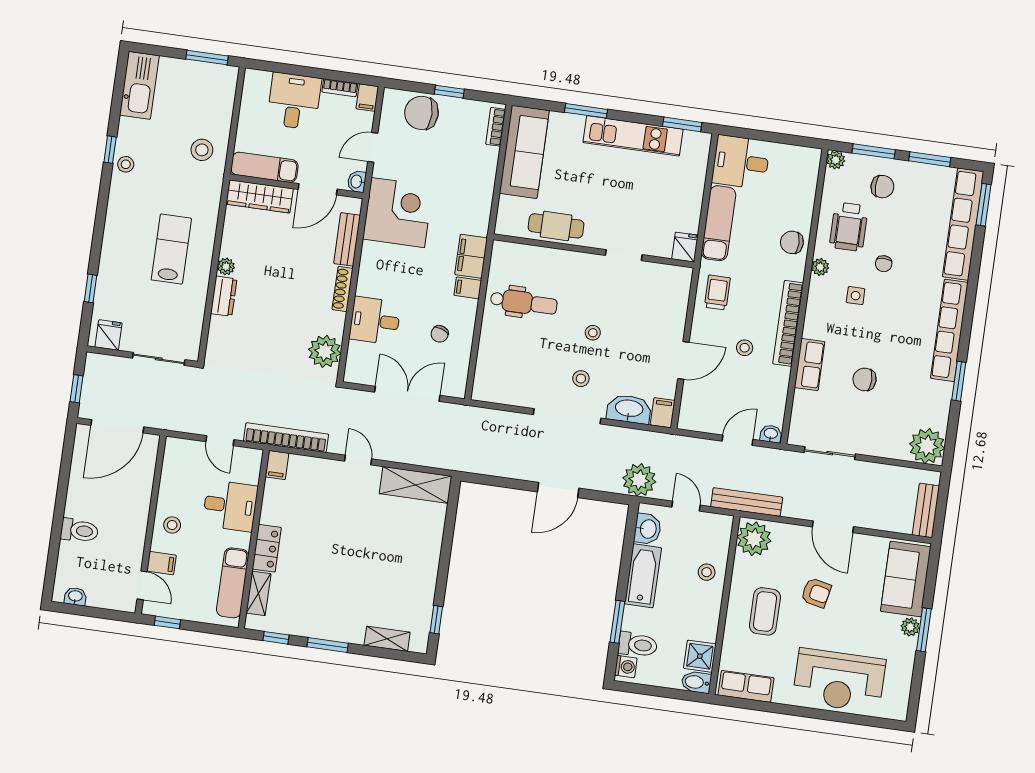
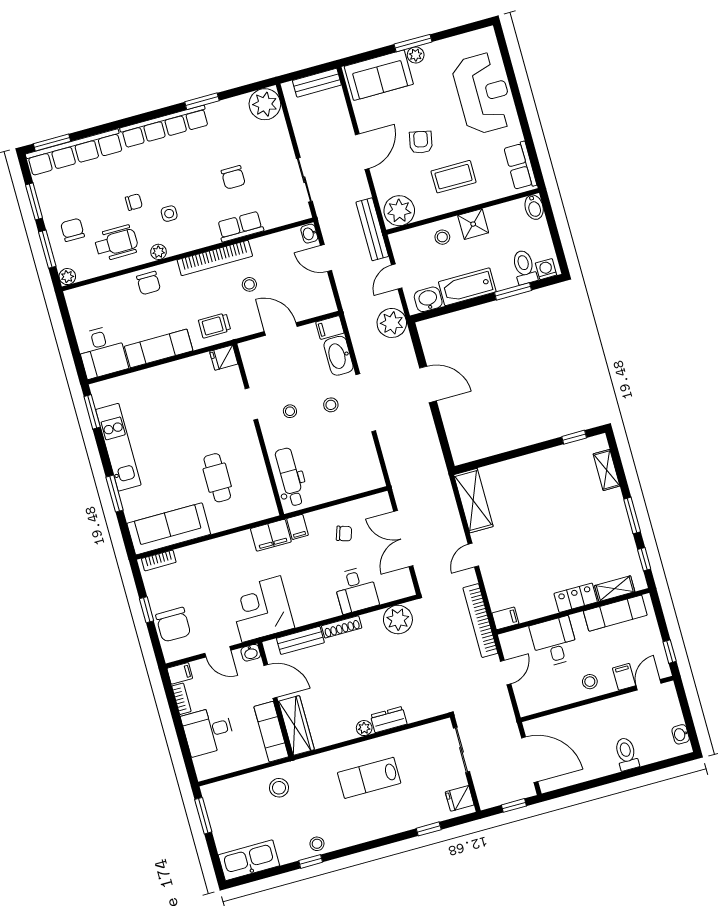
fridge: (685, 247) -> (224, 358), moved
wall: (594, 251) -> (258, 429), moved
doorway: (624, 255) -> (251, 404), moved
shower: (700, 656) -> (473, 224), moved

